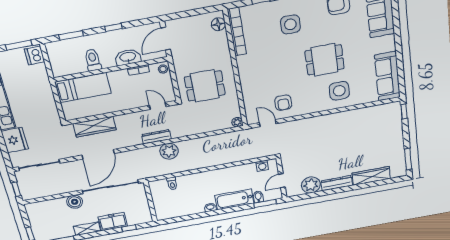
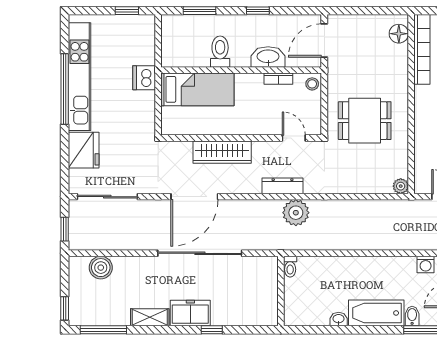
window: (19, 45) -> (127, 11), width x0.67
dishwasher: (35, 55) -> (144, 78), moved
wardrobe: (95, 127) -> (222, 152), moved
boiler: (75, 202) -> (101, 268), moved
wall: (150, 202) -> (281, 291), moved

